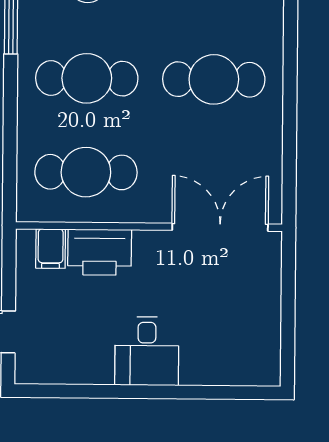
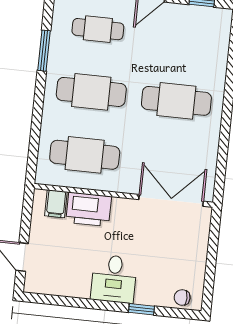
chair: (250, 369) -> (182, 297), added
window: (192, 392) -> (141, 309), added

